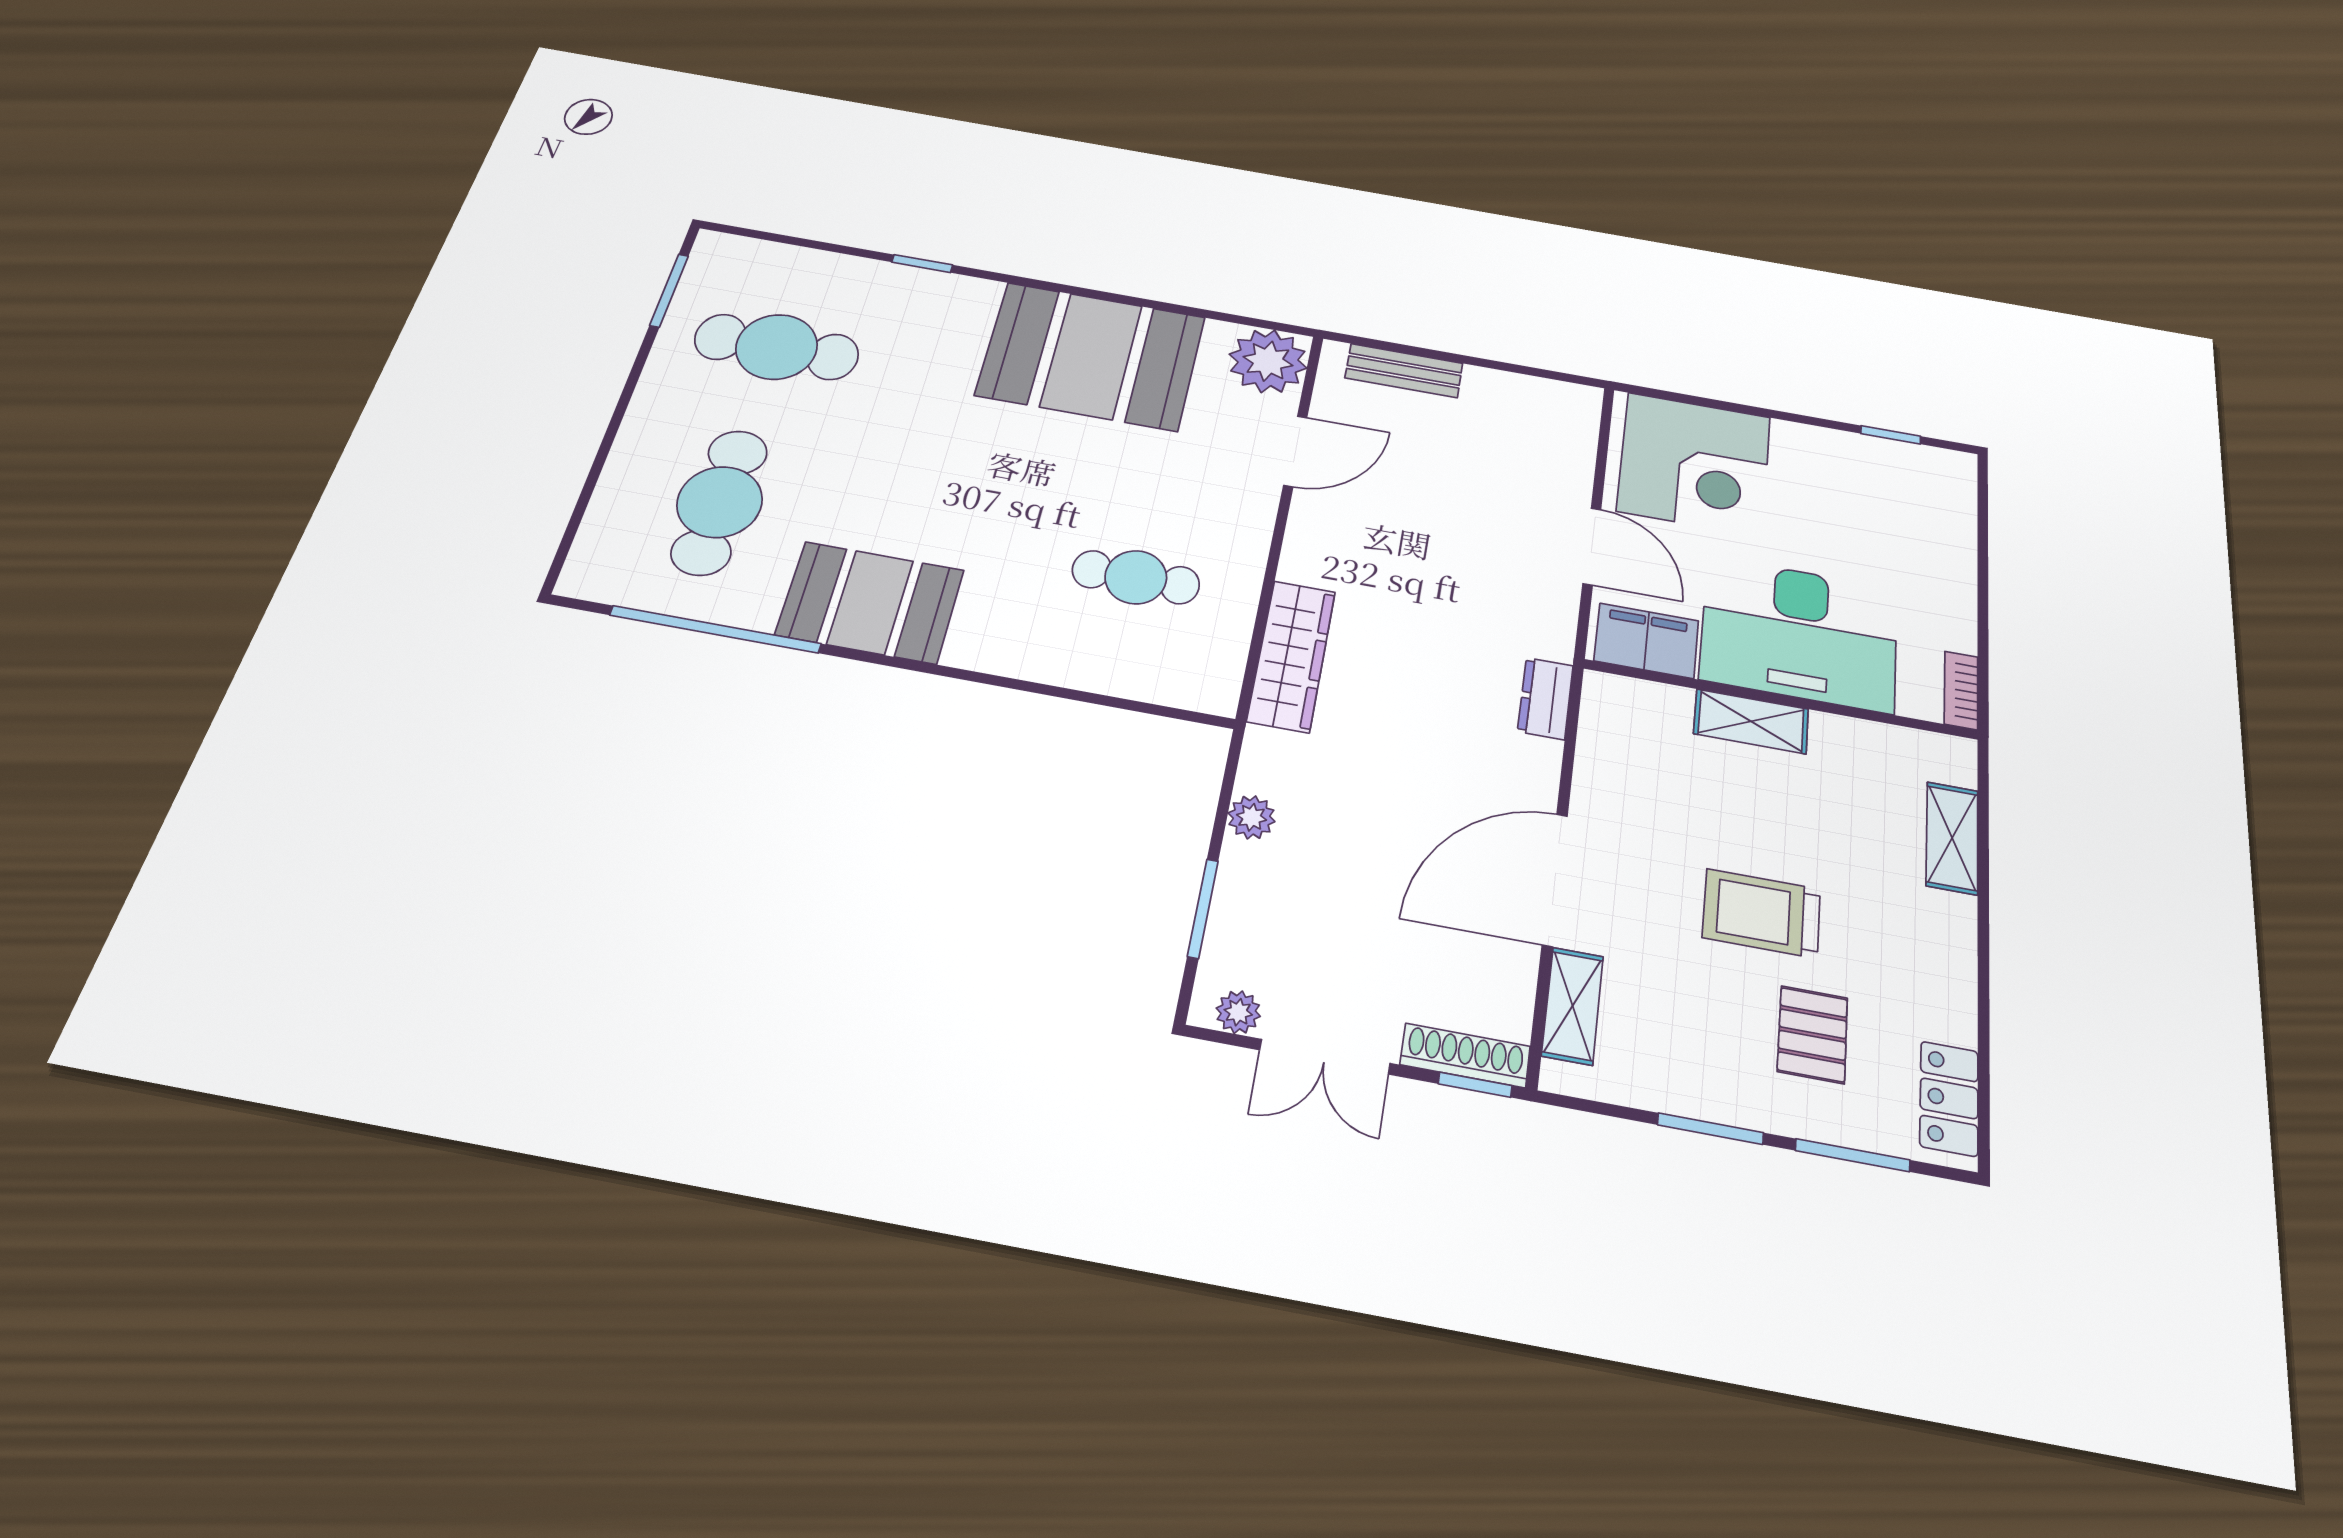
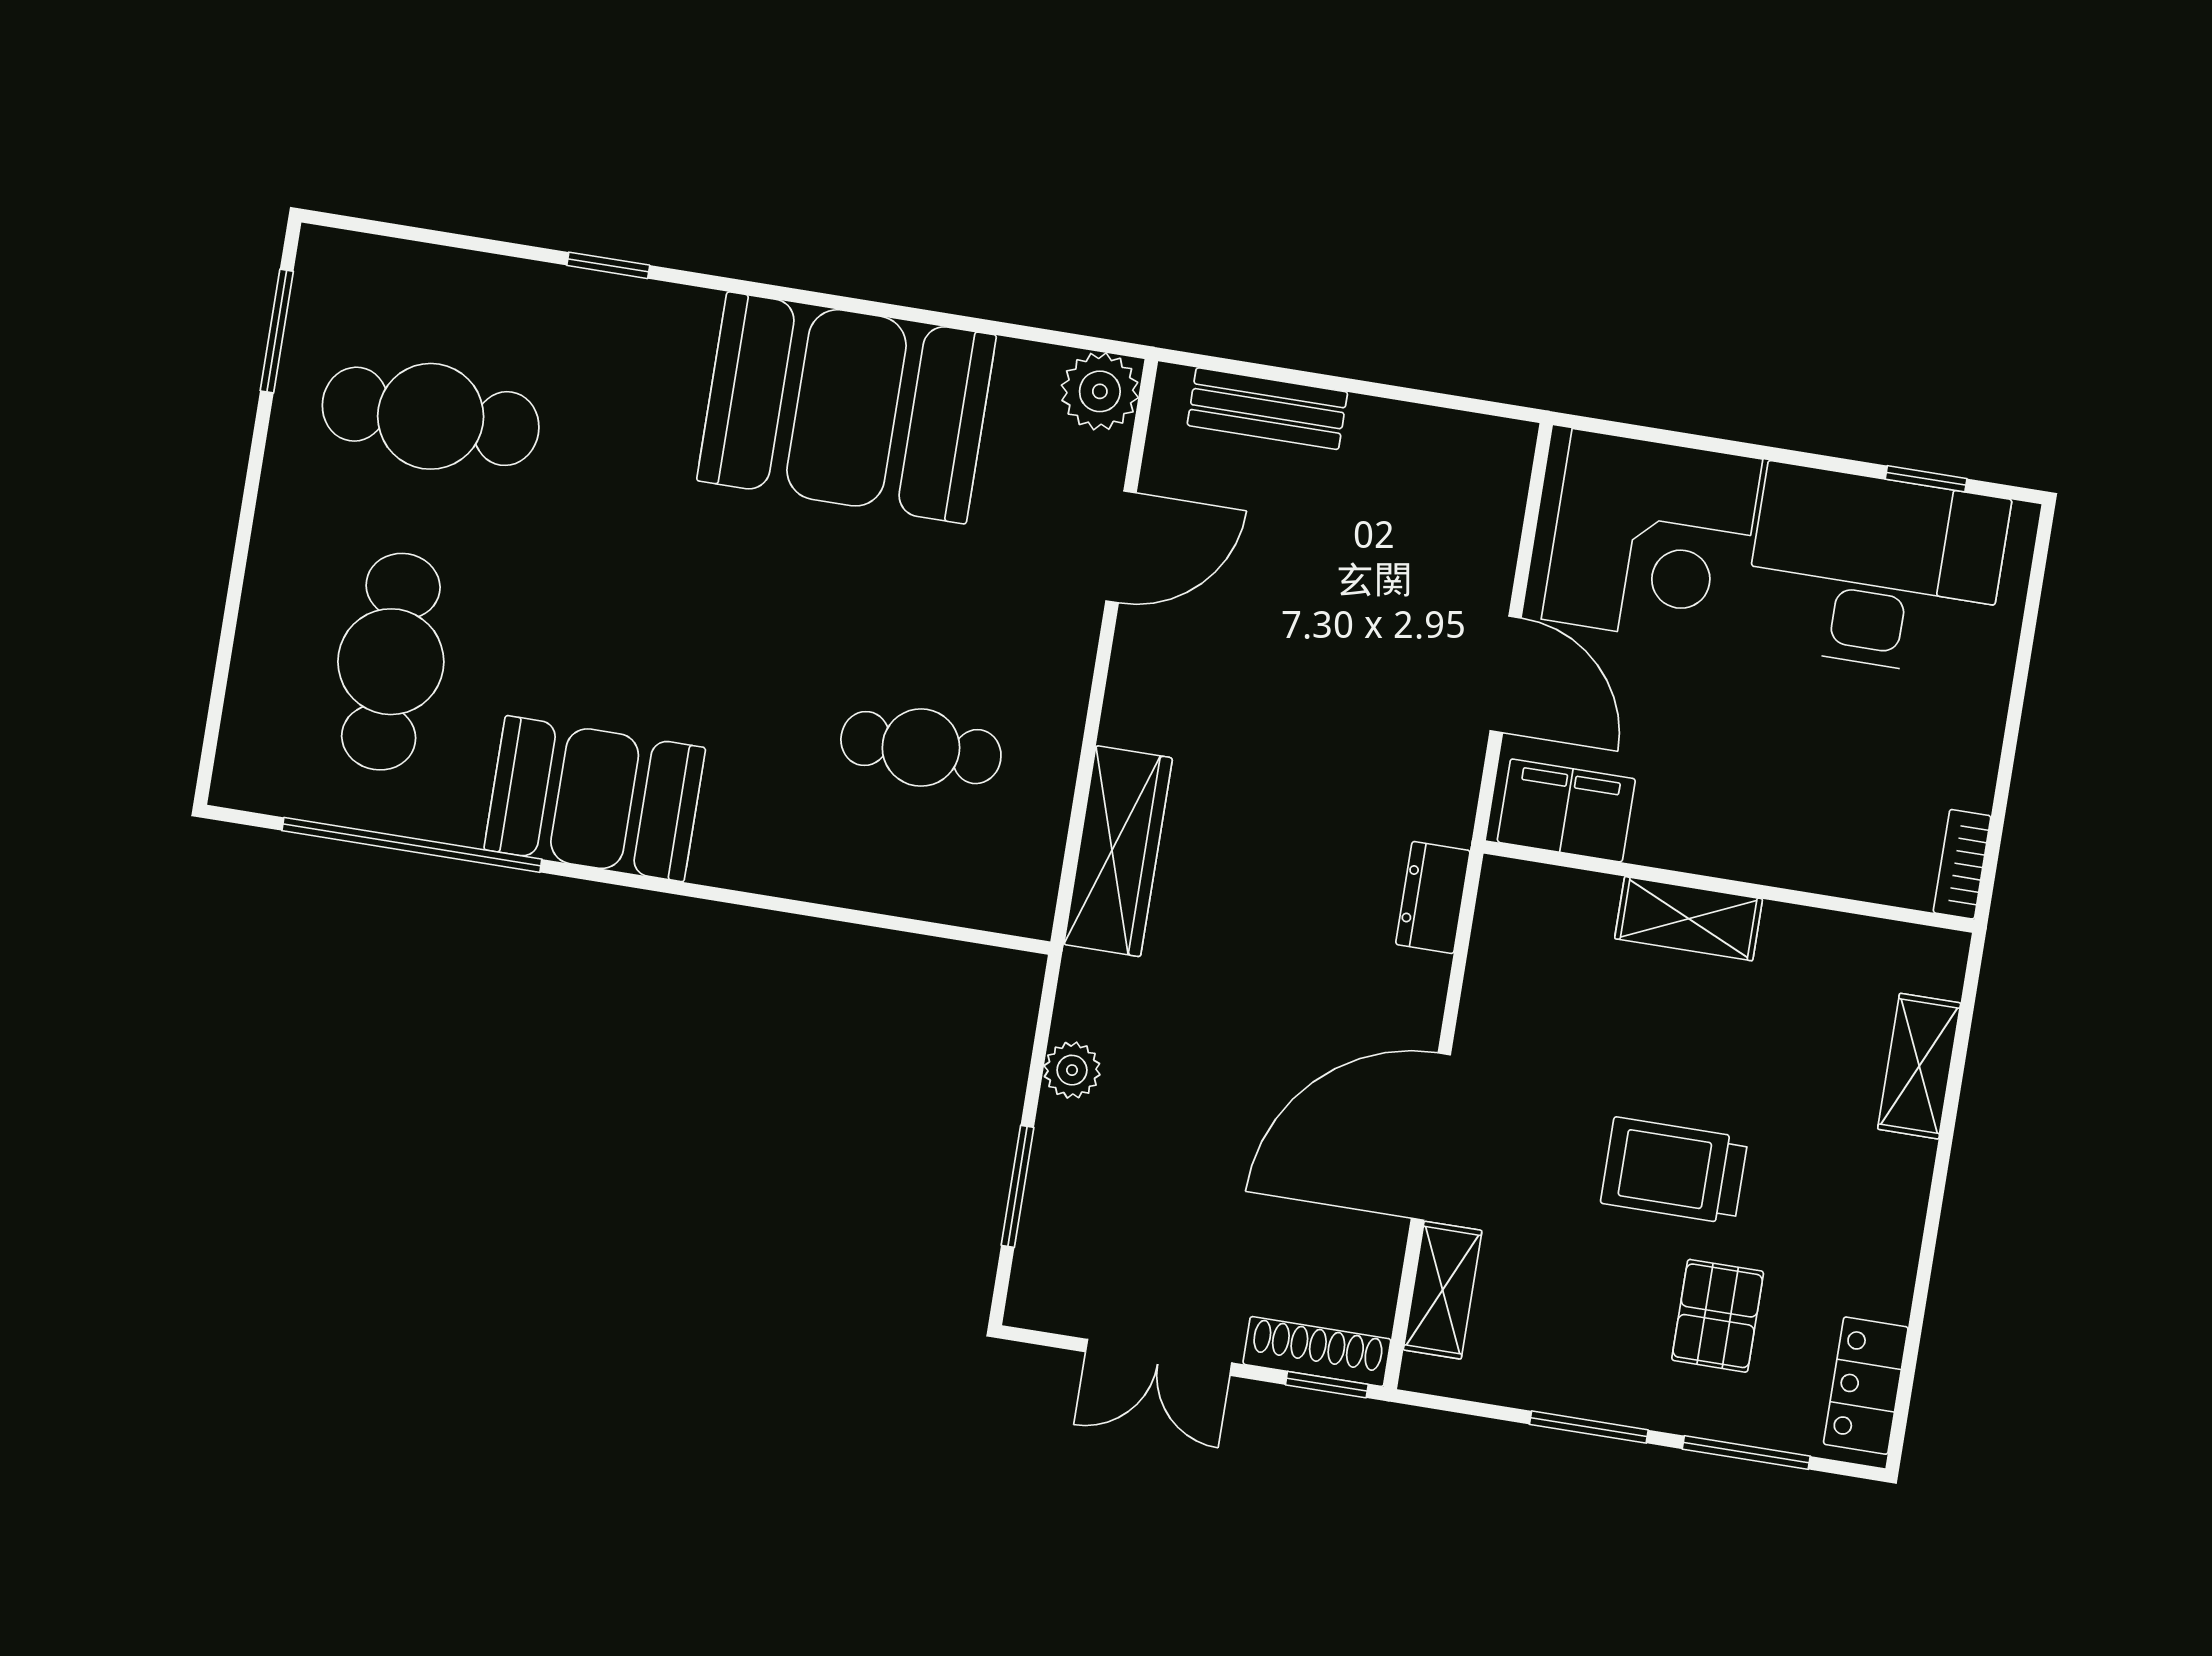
plant: (1268, 361) -> (1100, 391), width x0.73, depth x0.73
desk: (1799, 634) -> (1875, 571), moved, turned 180
plant: (1238, 1012) -> (1061, 1309), removed

